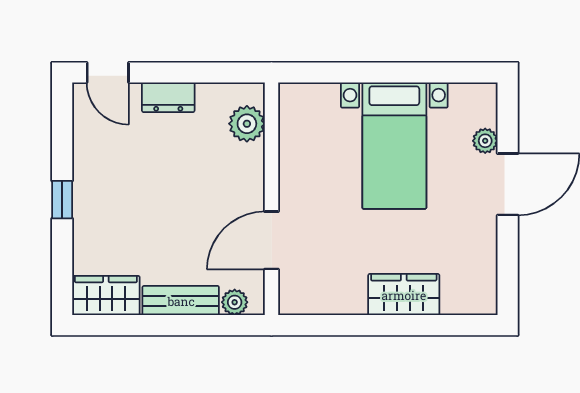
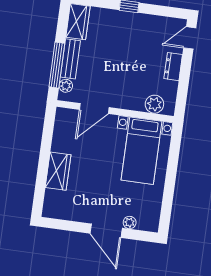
bed with nightstands: (394, 146) -> (142, 151), moved, turned -90
door: (272, 240) -> (94, 109), swing flipped
window: (196, 325) -> (57, 65), added

